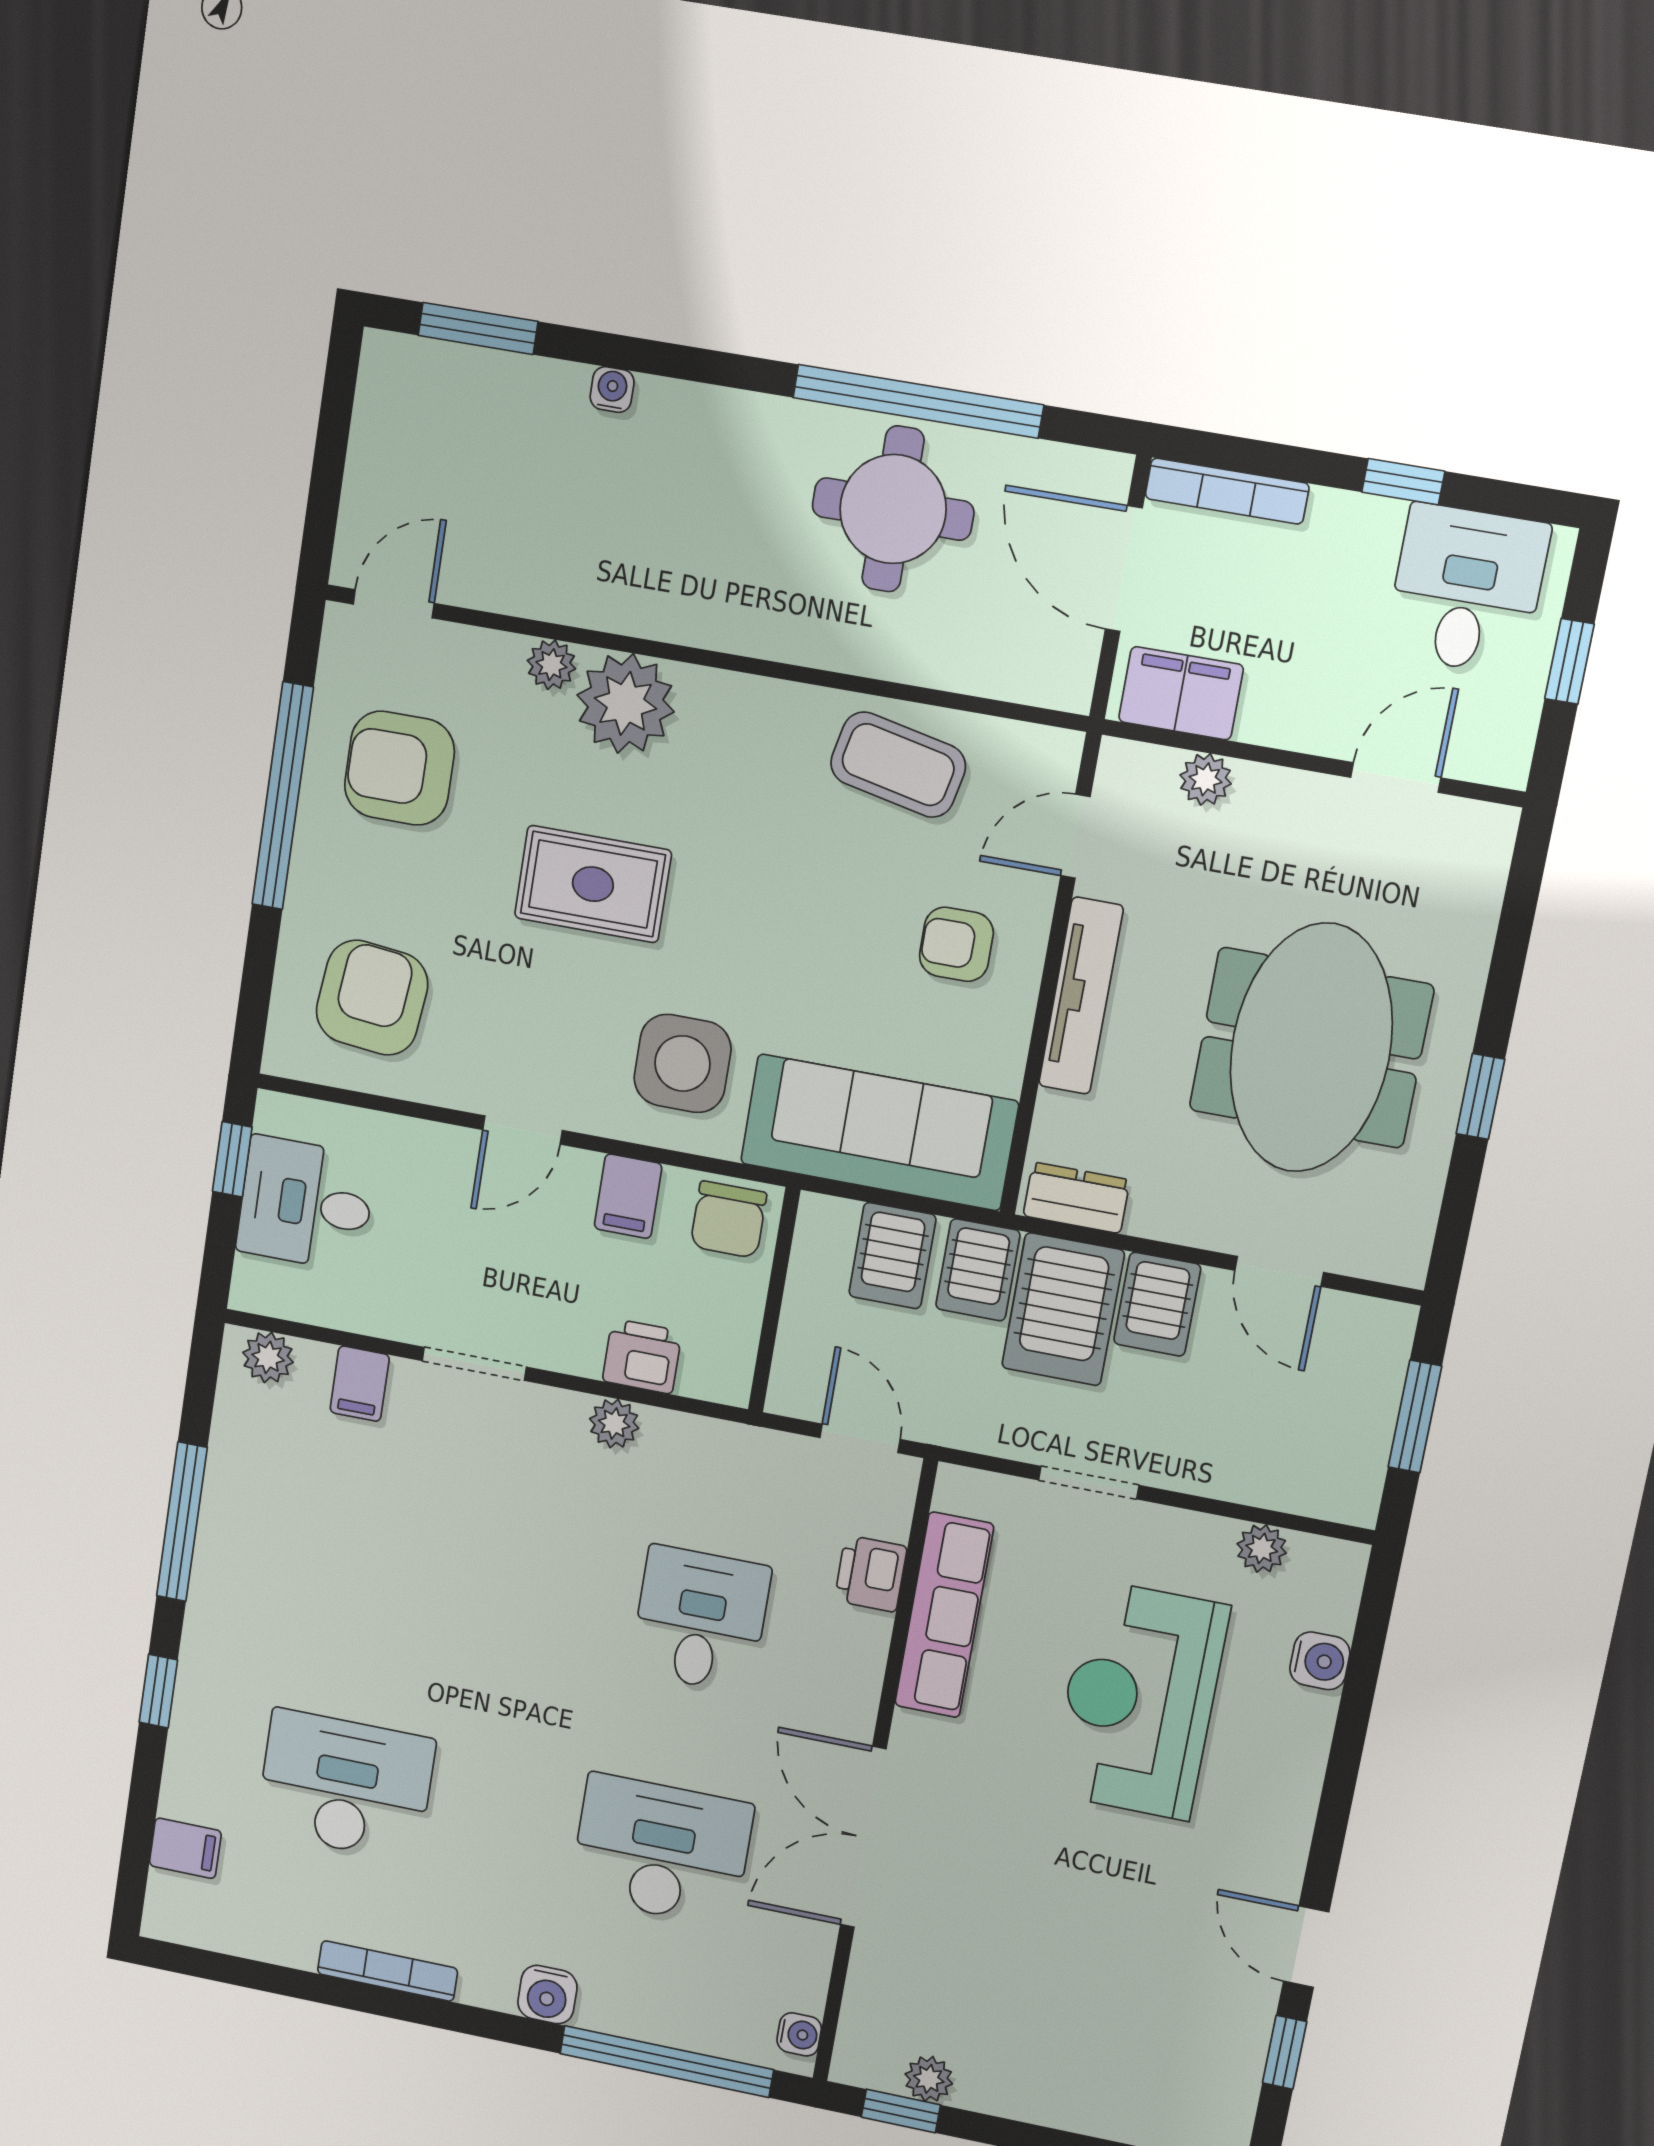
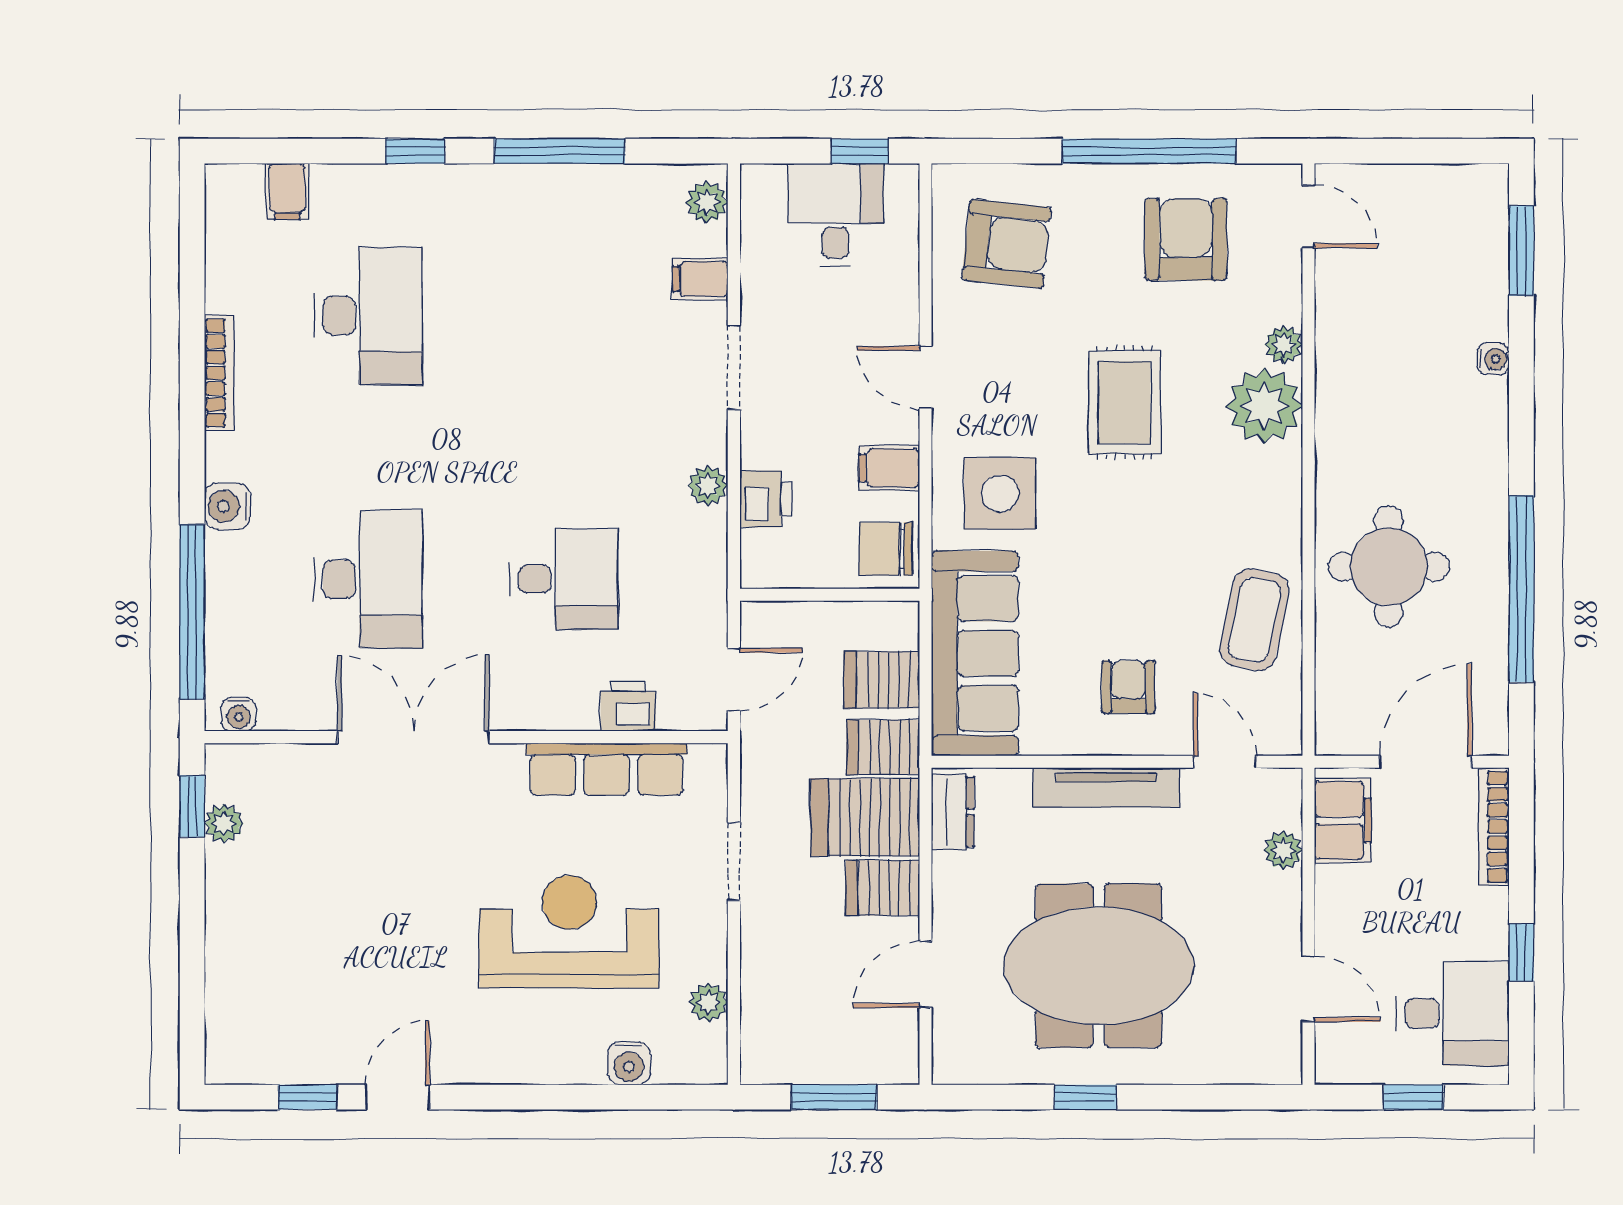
round table: (893, 509) -> (1389, 567), moved

